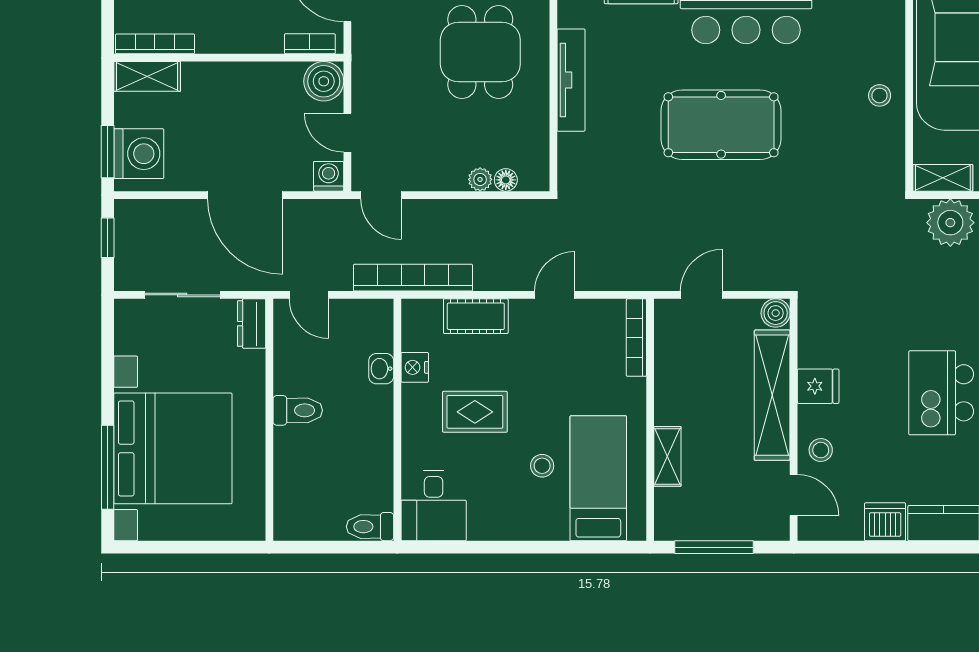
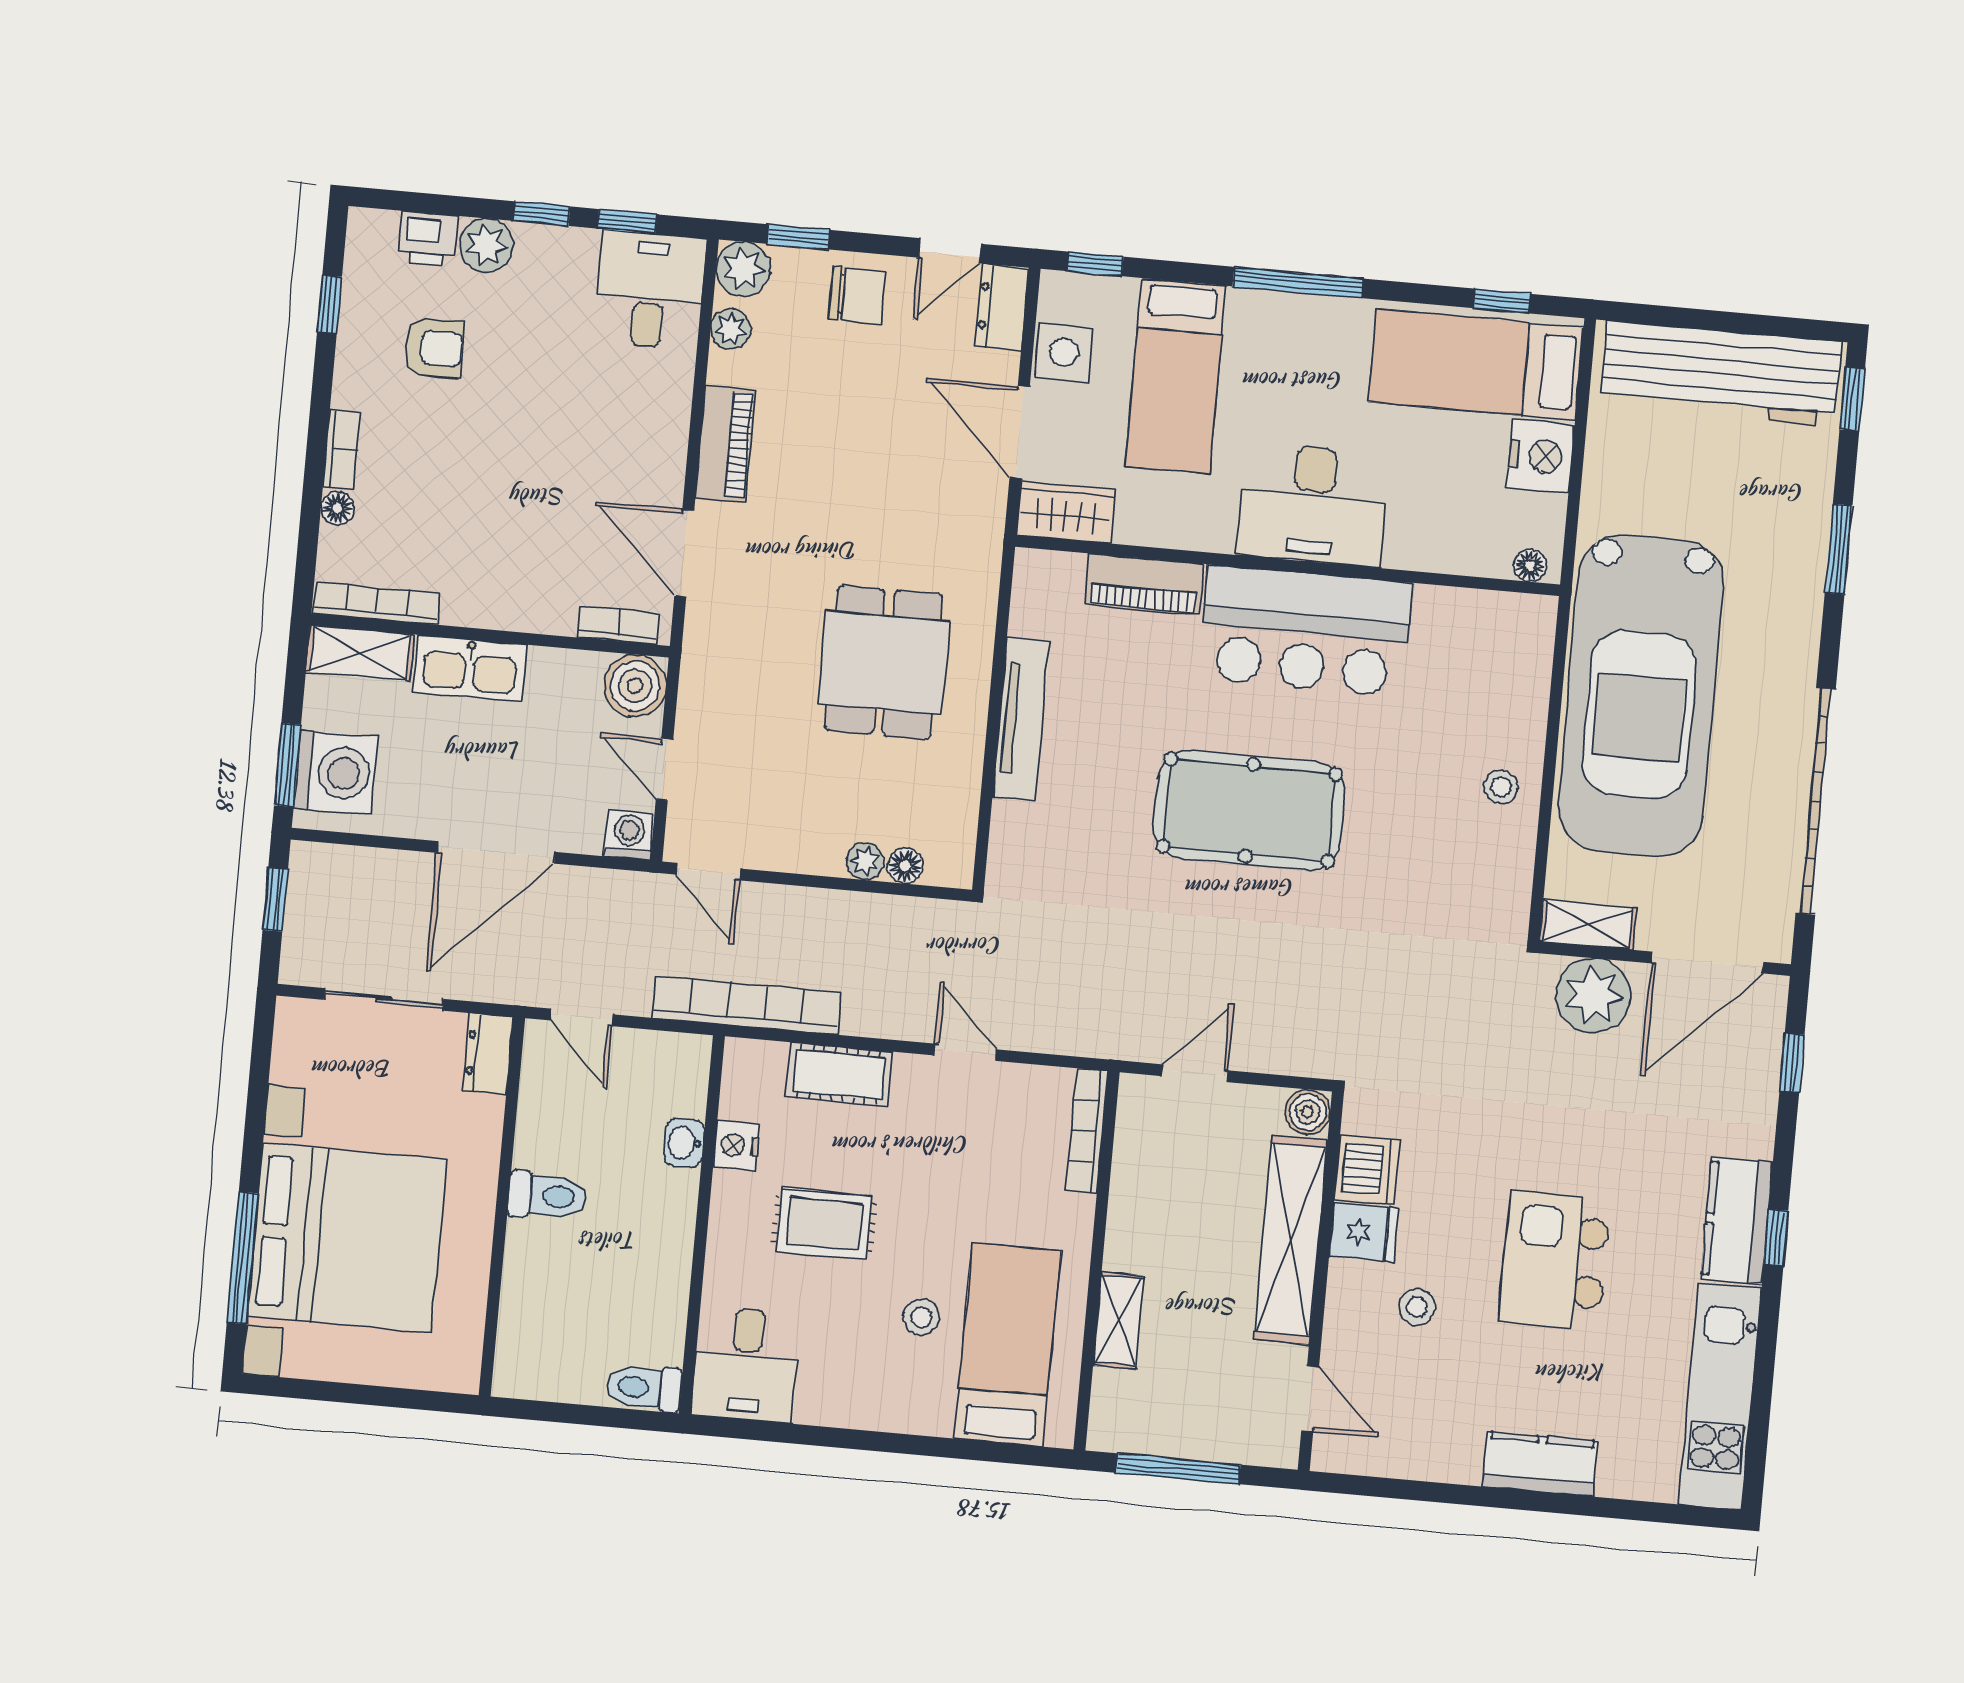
kitchen sink: (218, 80) -> (470, 668), added
door: (245, 195) -> (496, 852), hinge flipped
door: (555, 295) -> (965, 1052), hinge flipped
stool: (821, 450) -> (1417, 1307), moved
dishwasher: (885, 522) -> (1367, 1169), moved, turned 90

